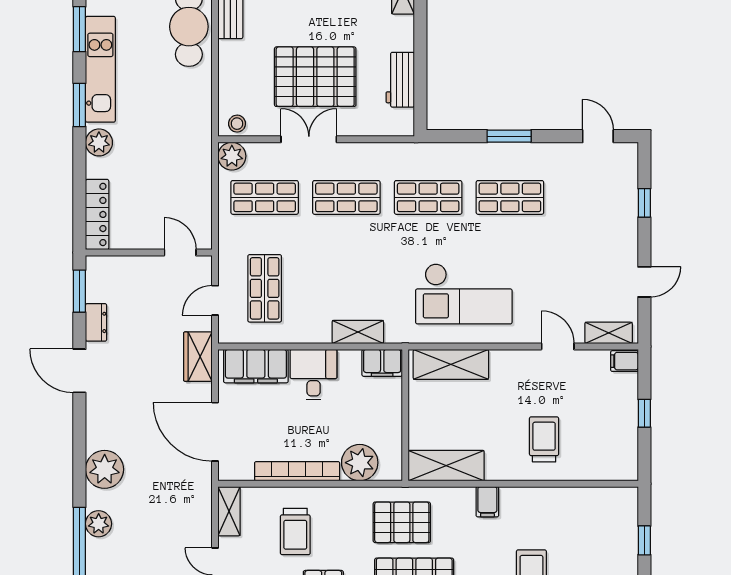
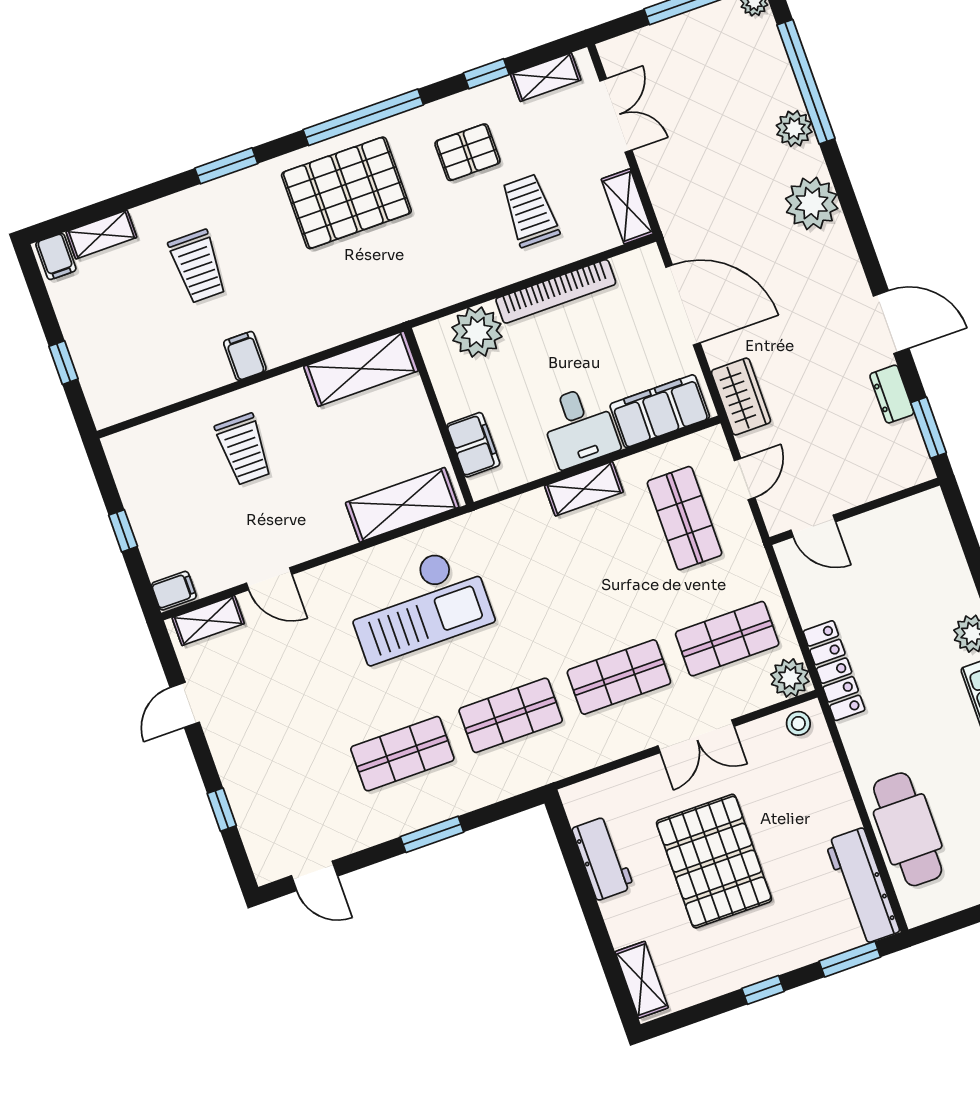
pallet: (315, 77) -> (714, 861), moved, turned 90
locker: (97, 214) -> (834, 671), moved, turned 180
checkout: (464, 294) -> (418, 604), turned 180
shelving: (358, 332) -> (584, 489), moved
filing cabinet: (382, 363) -> (473, 445), moved, turned 90
filing cabinet: (487, 502) -> (245, 356), moved
pallet: (402, 522) -> (393, 273), removed

